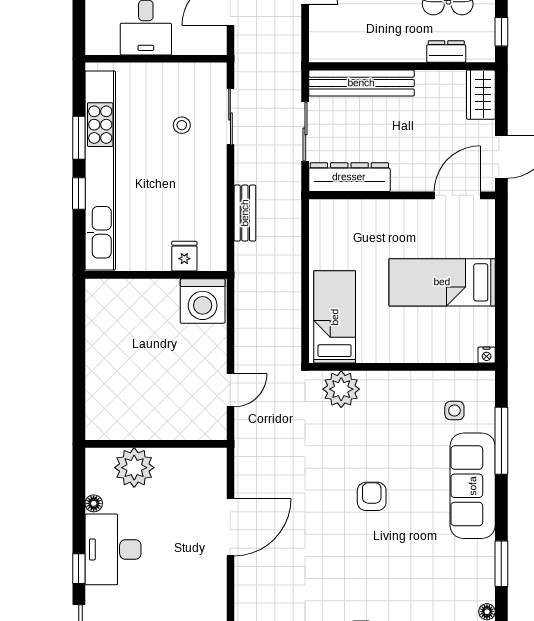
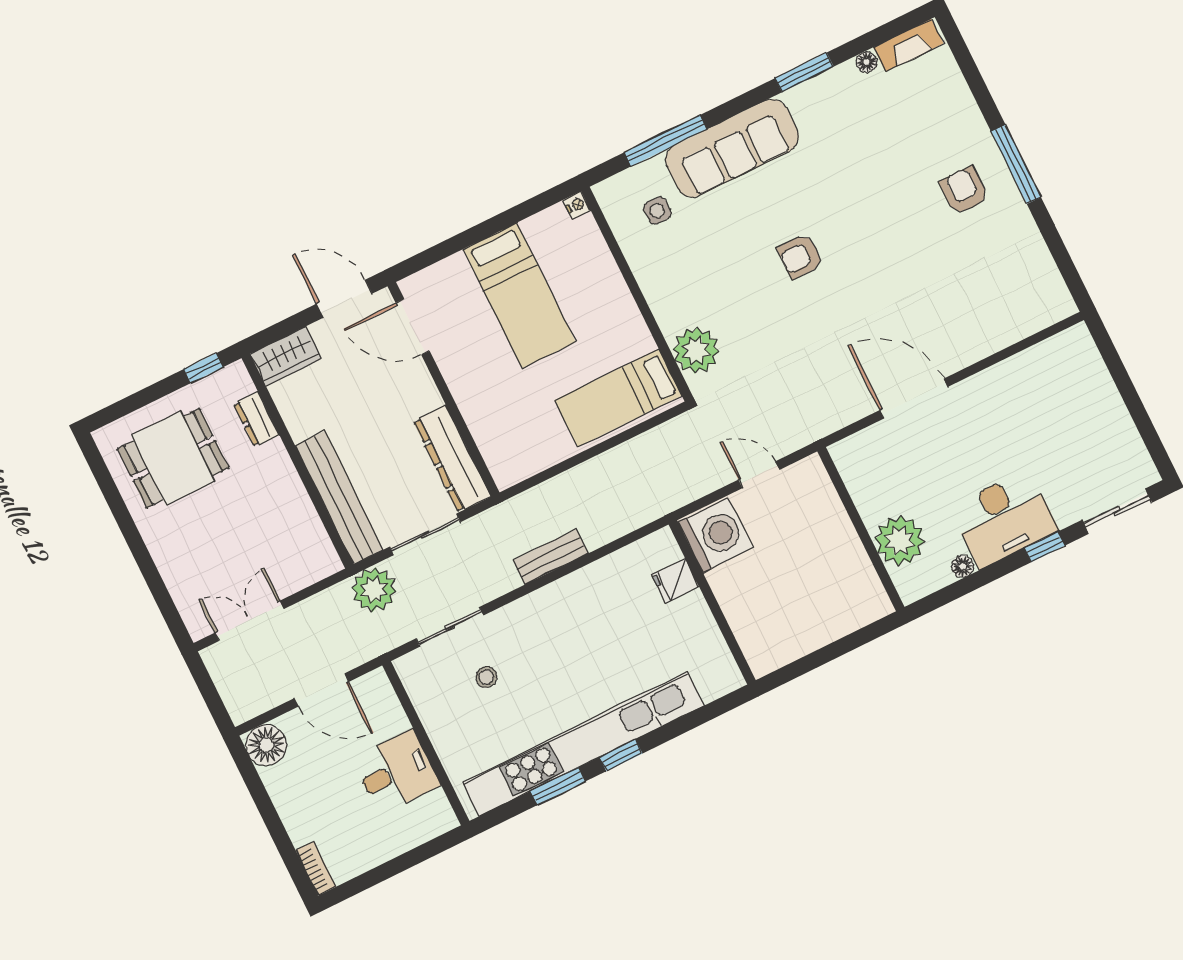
plant: (284, 76) -> (374, 590), added
fridge: (184, 256) -> (675, 581), moved
wall: (156, 275) -> (712, 602), moved
washing machine: (203, 301) -> (716, 535), moved

